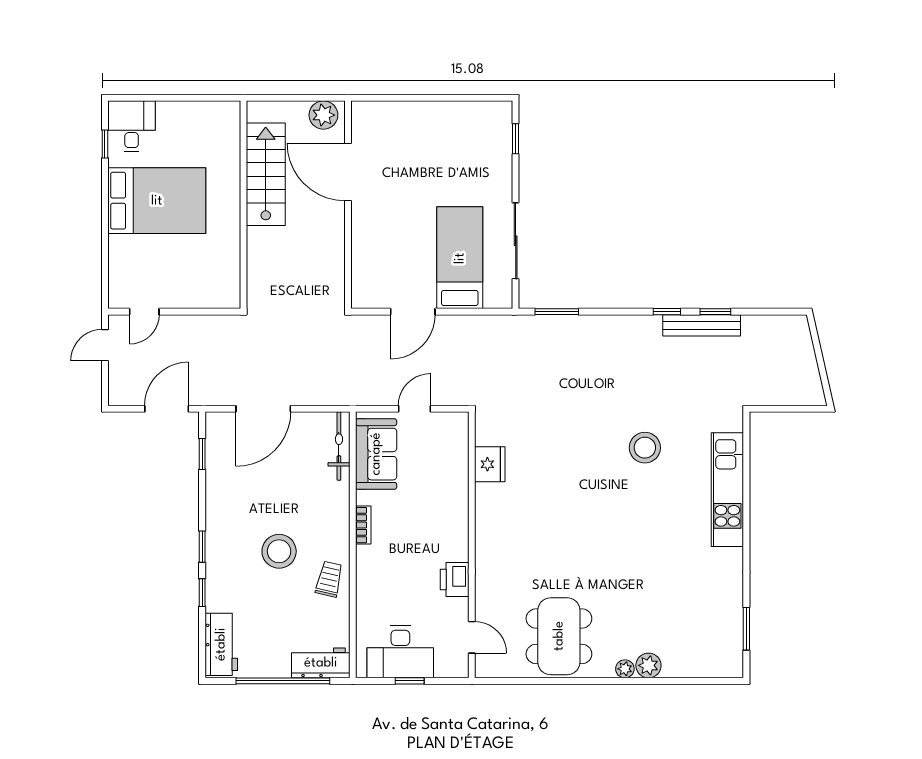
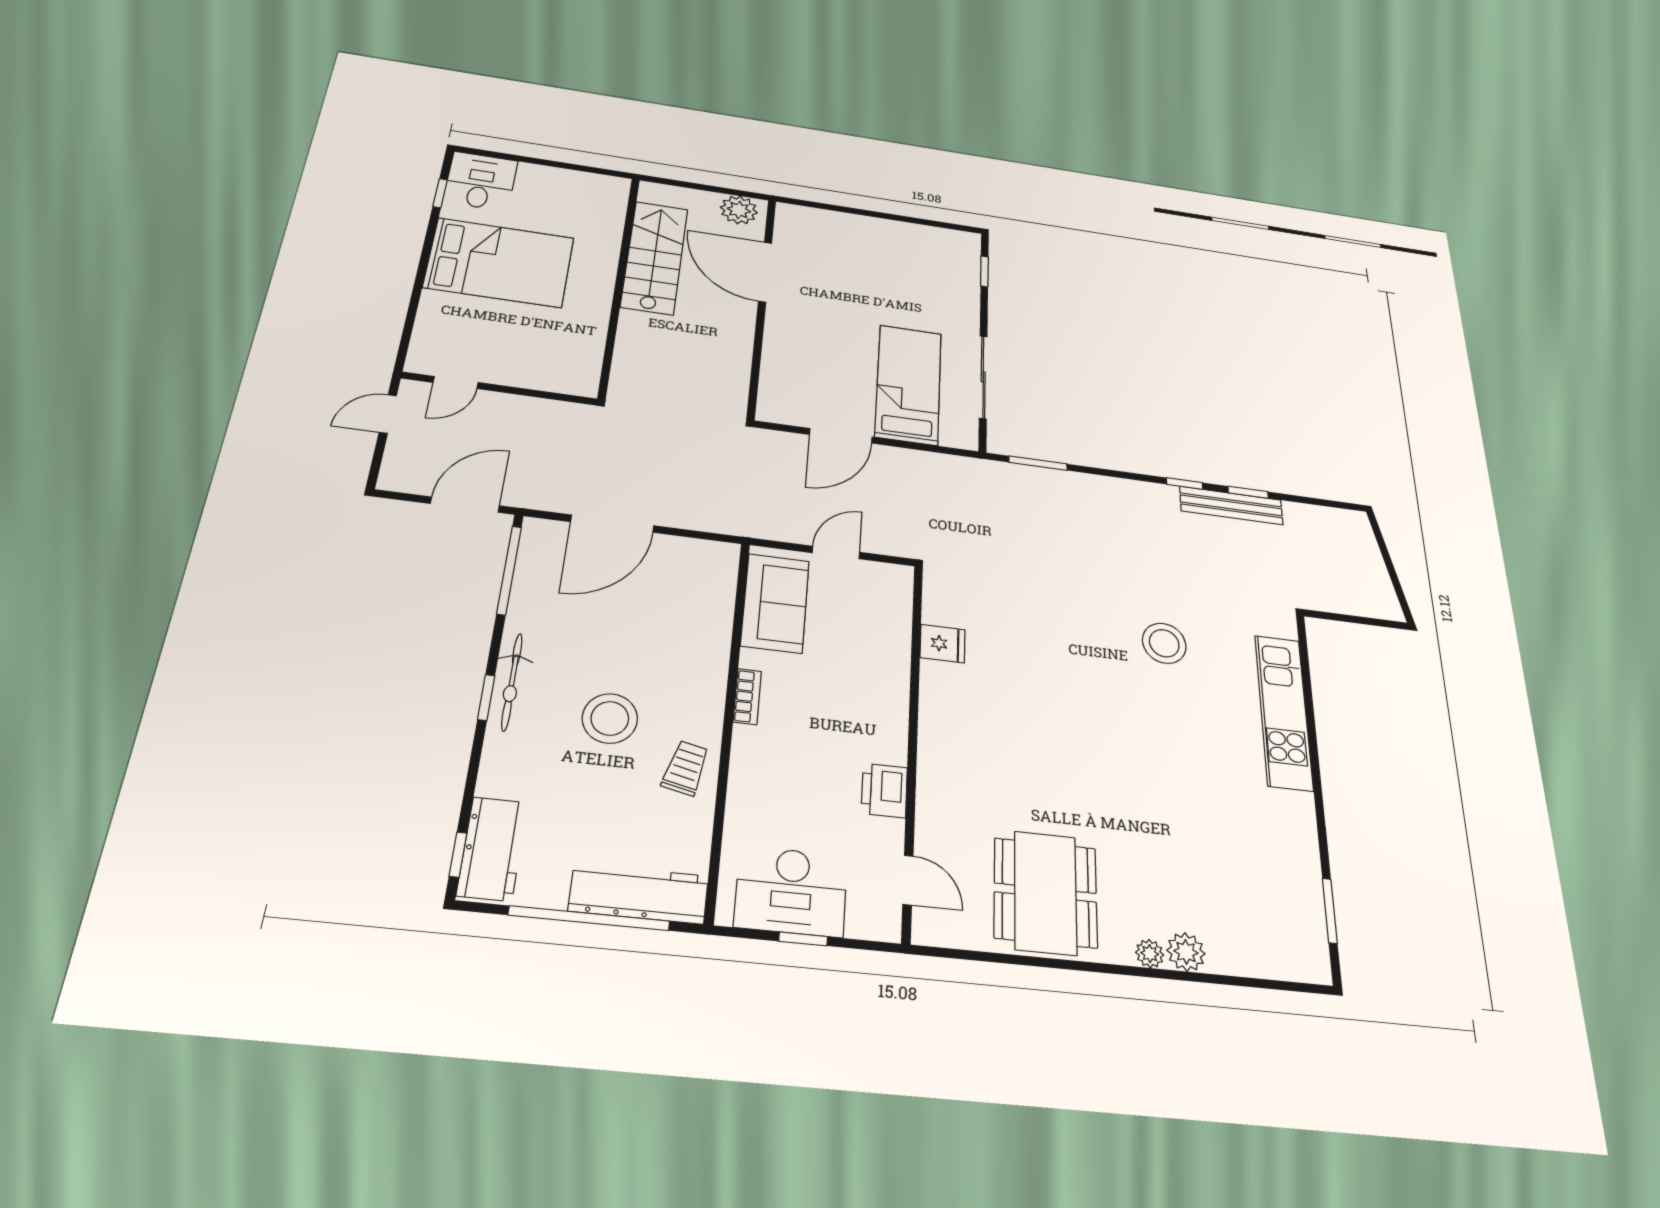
bicycle: (339, 446) -> (512, 682), moved, turned 180
window: (202, 454) -> (509, 570), width x2.17
fridge: (490, 464) -> (943, 644), width x0.72
window: (202, 593) -> (458, 855), moved
workbench: (321, 663) -> (639, 894), width x1.38

